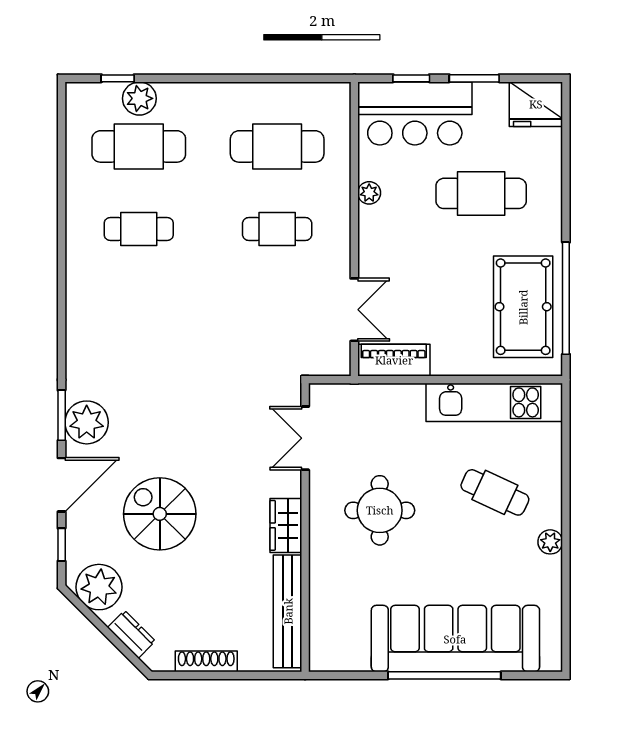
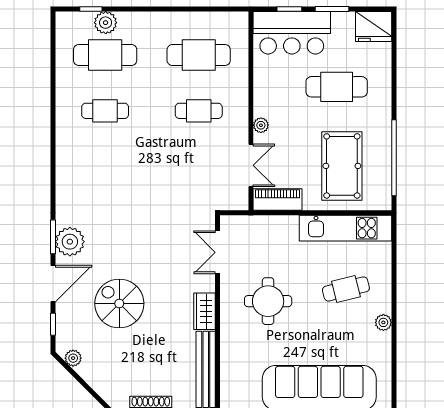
plant: (369, 193) -> (261, 125), moved
pool table: (523, 307) -> (342, 166), moved
cafe table: (495, 492) -> (346, 289), turned -39
plant: (99, 587) -> (73, 358), width x0.53, depth x0.53
dresser: (131, 634) -> (100, 385), removed

